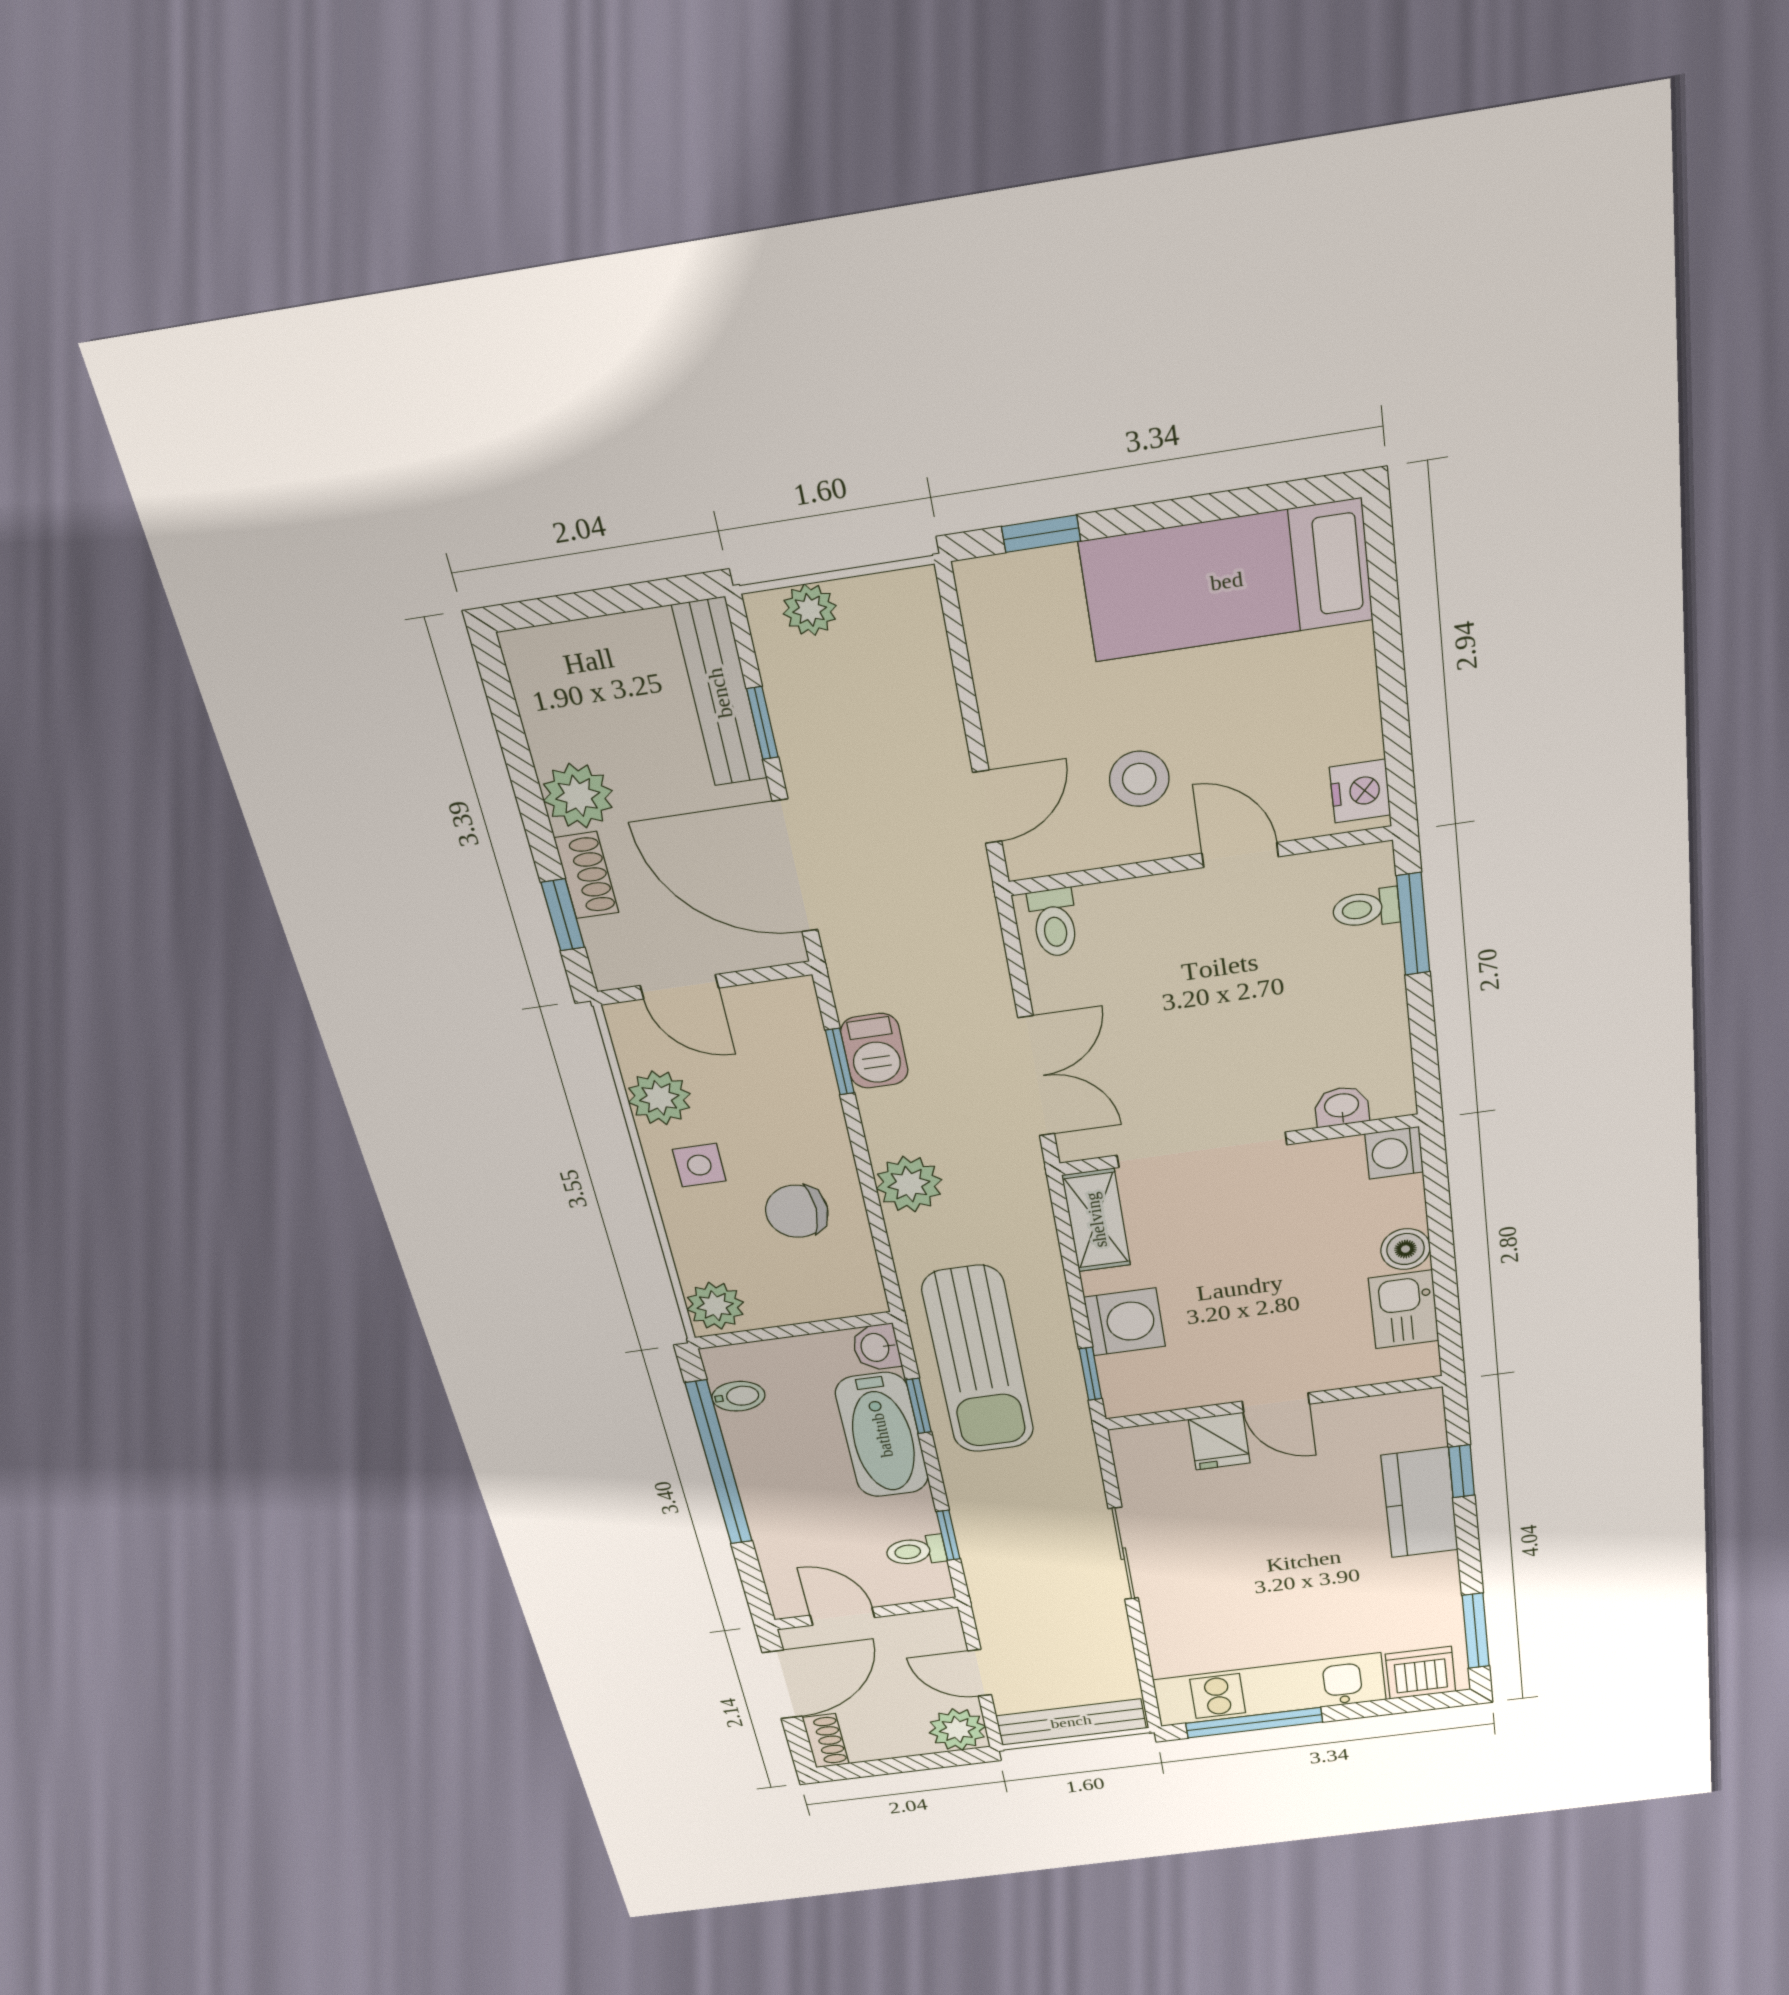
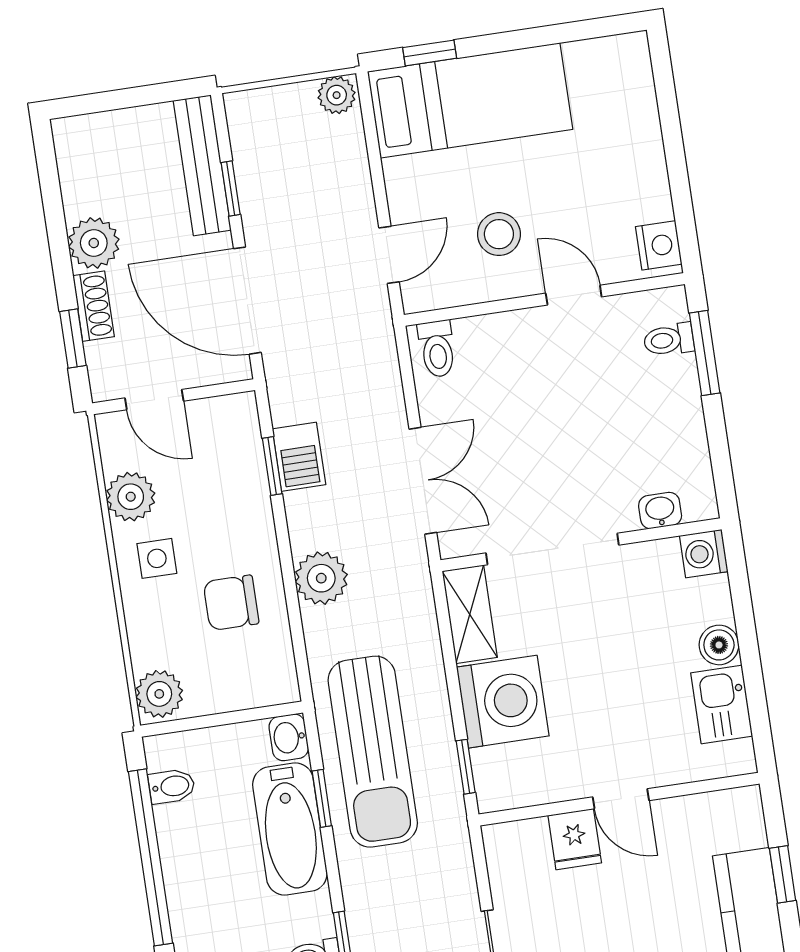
bed: (1227, 581) -> (470, 100), moved, turned 180
plant: (810, 610) -> (337, 95), moved
washing machine: (1125, 1322) -> (503, 702), width x1.37, depth x1.37

